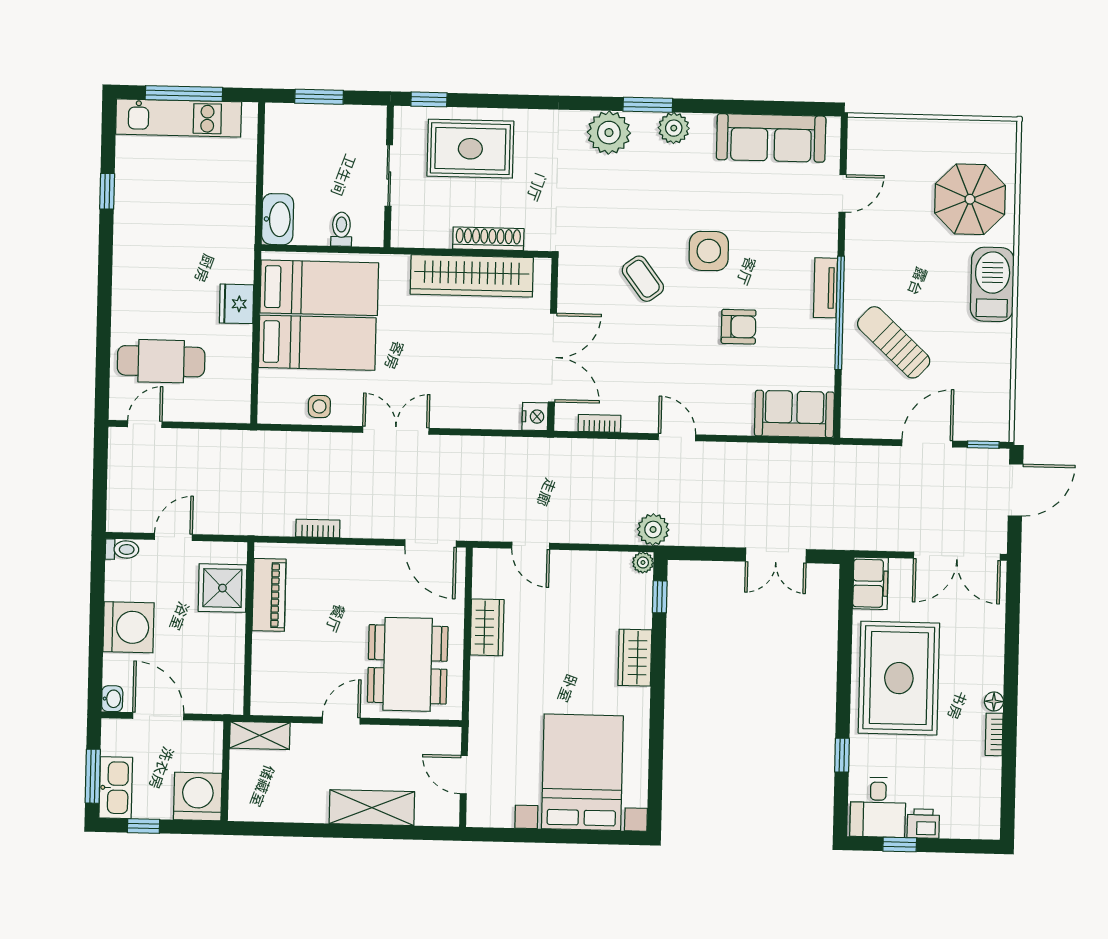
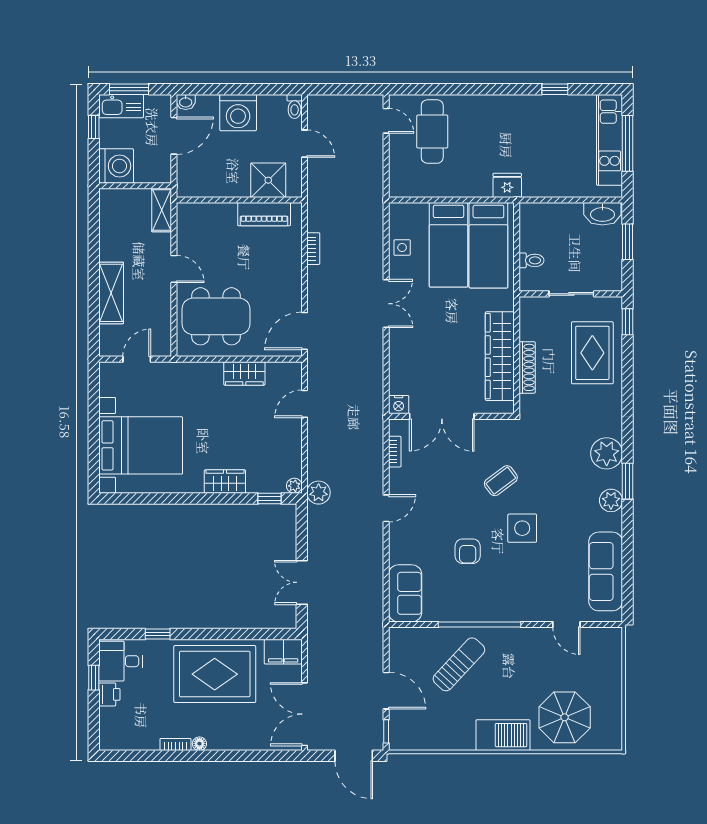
washbasin: (278, 219) -> (602, 214), moved
tv unit: (825, 288) -> (497, 614), removed
fridge: (236, 304) -> (507, 185), moved

